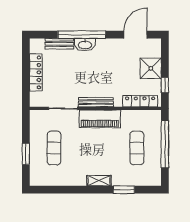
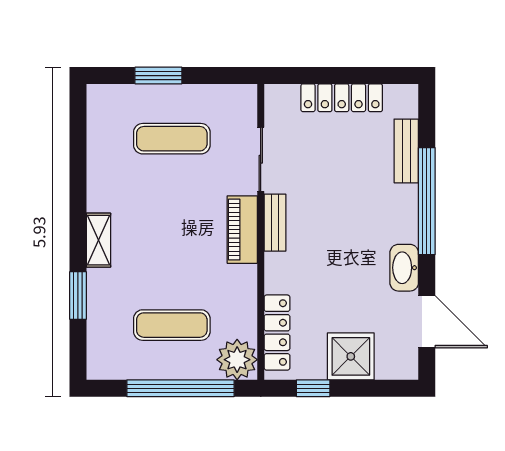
washbasin: (85, 45) -> (404, 268), moved
bench: (96, 102) -> (275, 223), width x0.73
piano: (100, 119) -> (242, 230), width x0.73, depth x0.75
plant: (152, 119) -> (237, 360), added

